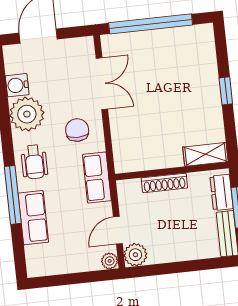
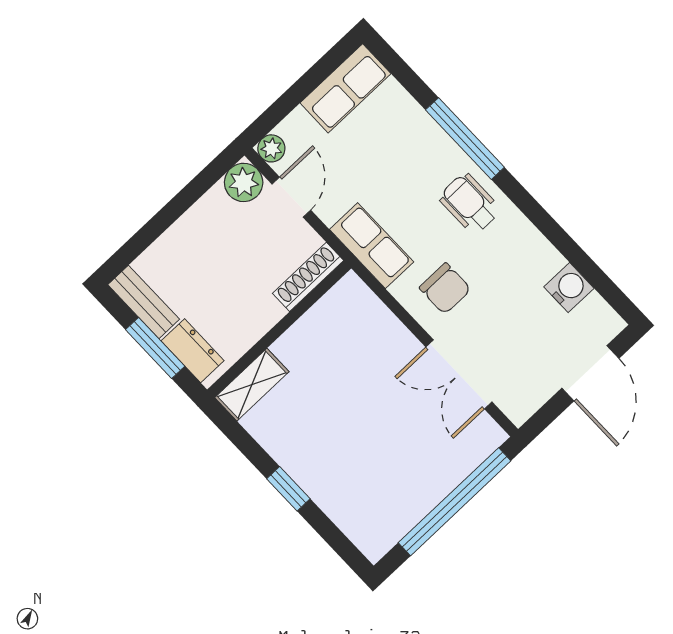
plant: (27, 114) -> (527, 259), removed
shoe rack: (164, 183) -> (308, 277), moved
row of seats: (33, 218) -> (345, 88), moved, turned -90

